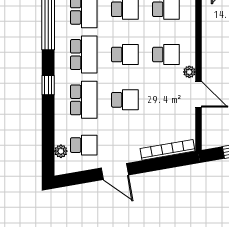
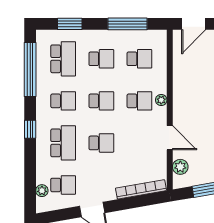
school desk: (84, 55) -> (63, 101), width x0.54
plant: (189, 72) -> (161, 100), moved
plant: (210, 126) -> (180, 167), added

